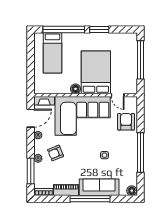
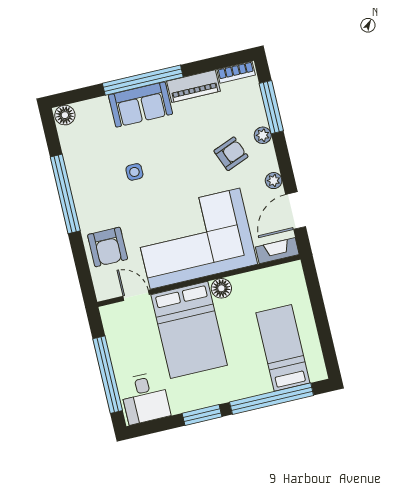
desk: (125, 44) -> (145, 398), added
sofa: (99, 187) -> (141, 105), width x0.73

